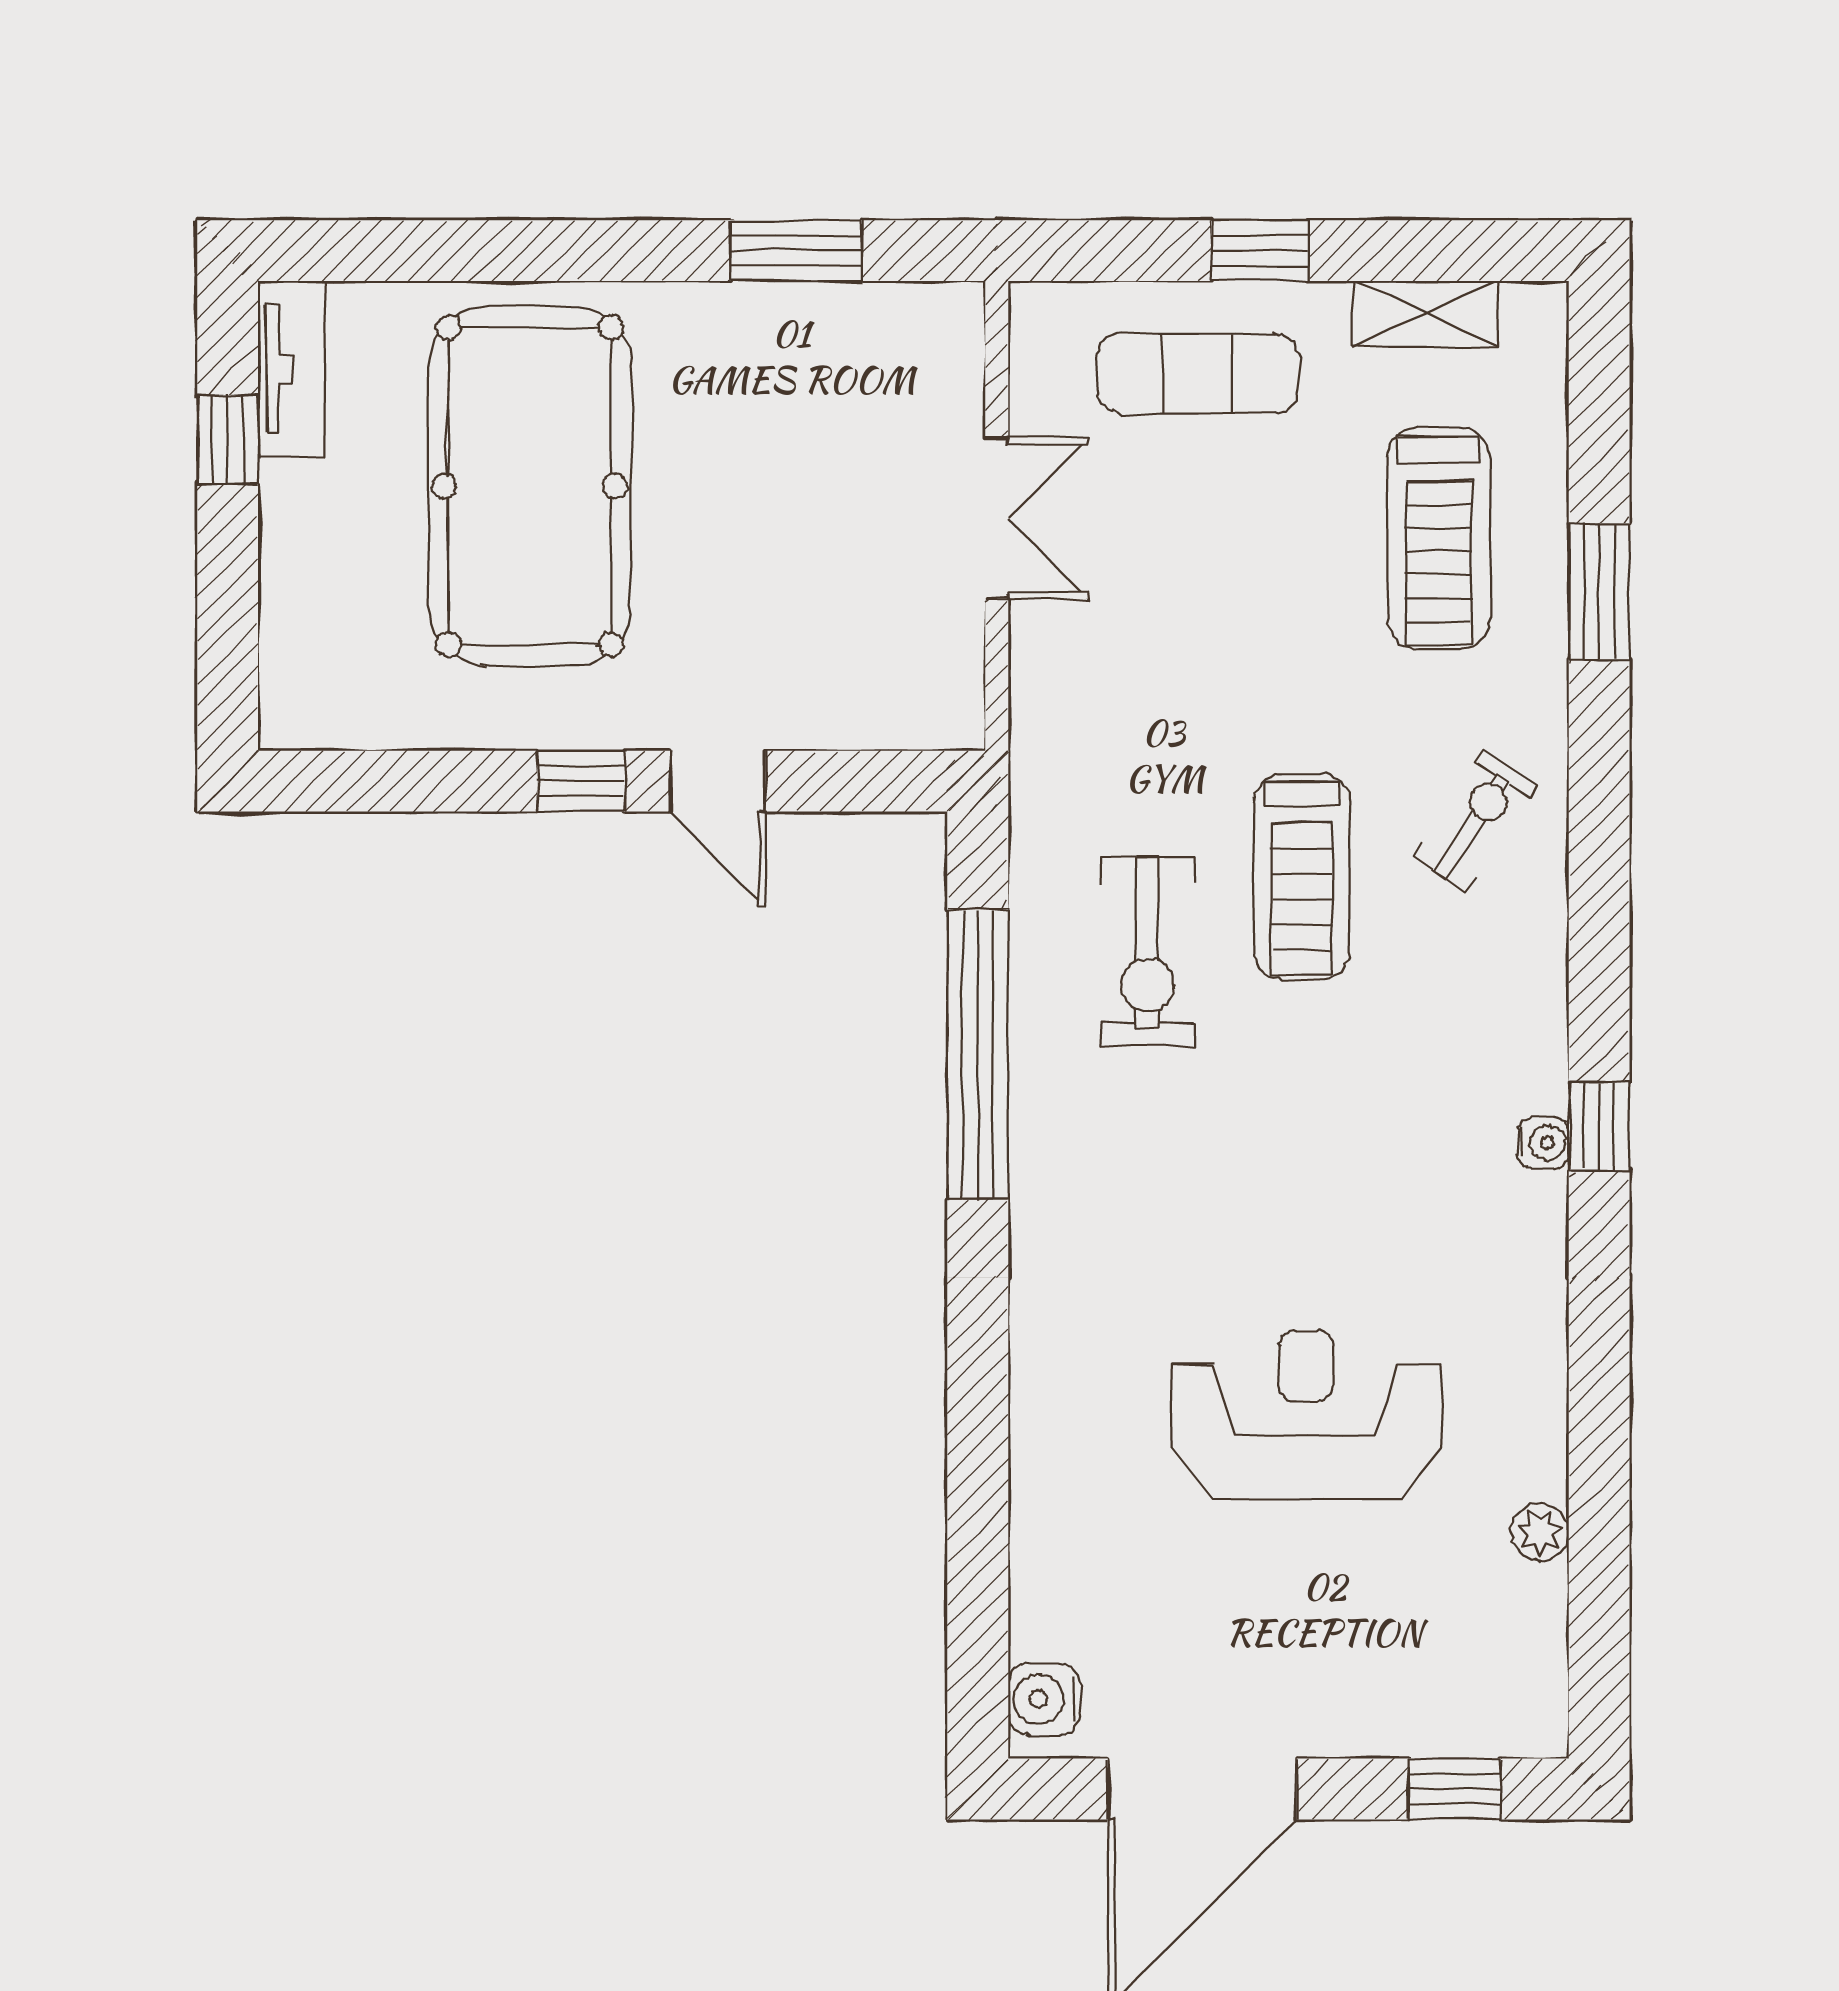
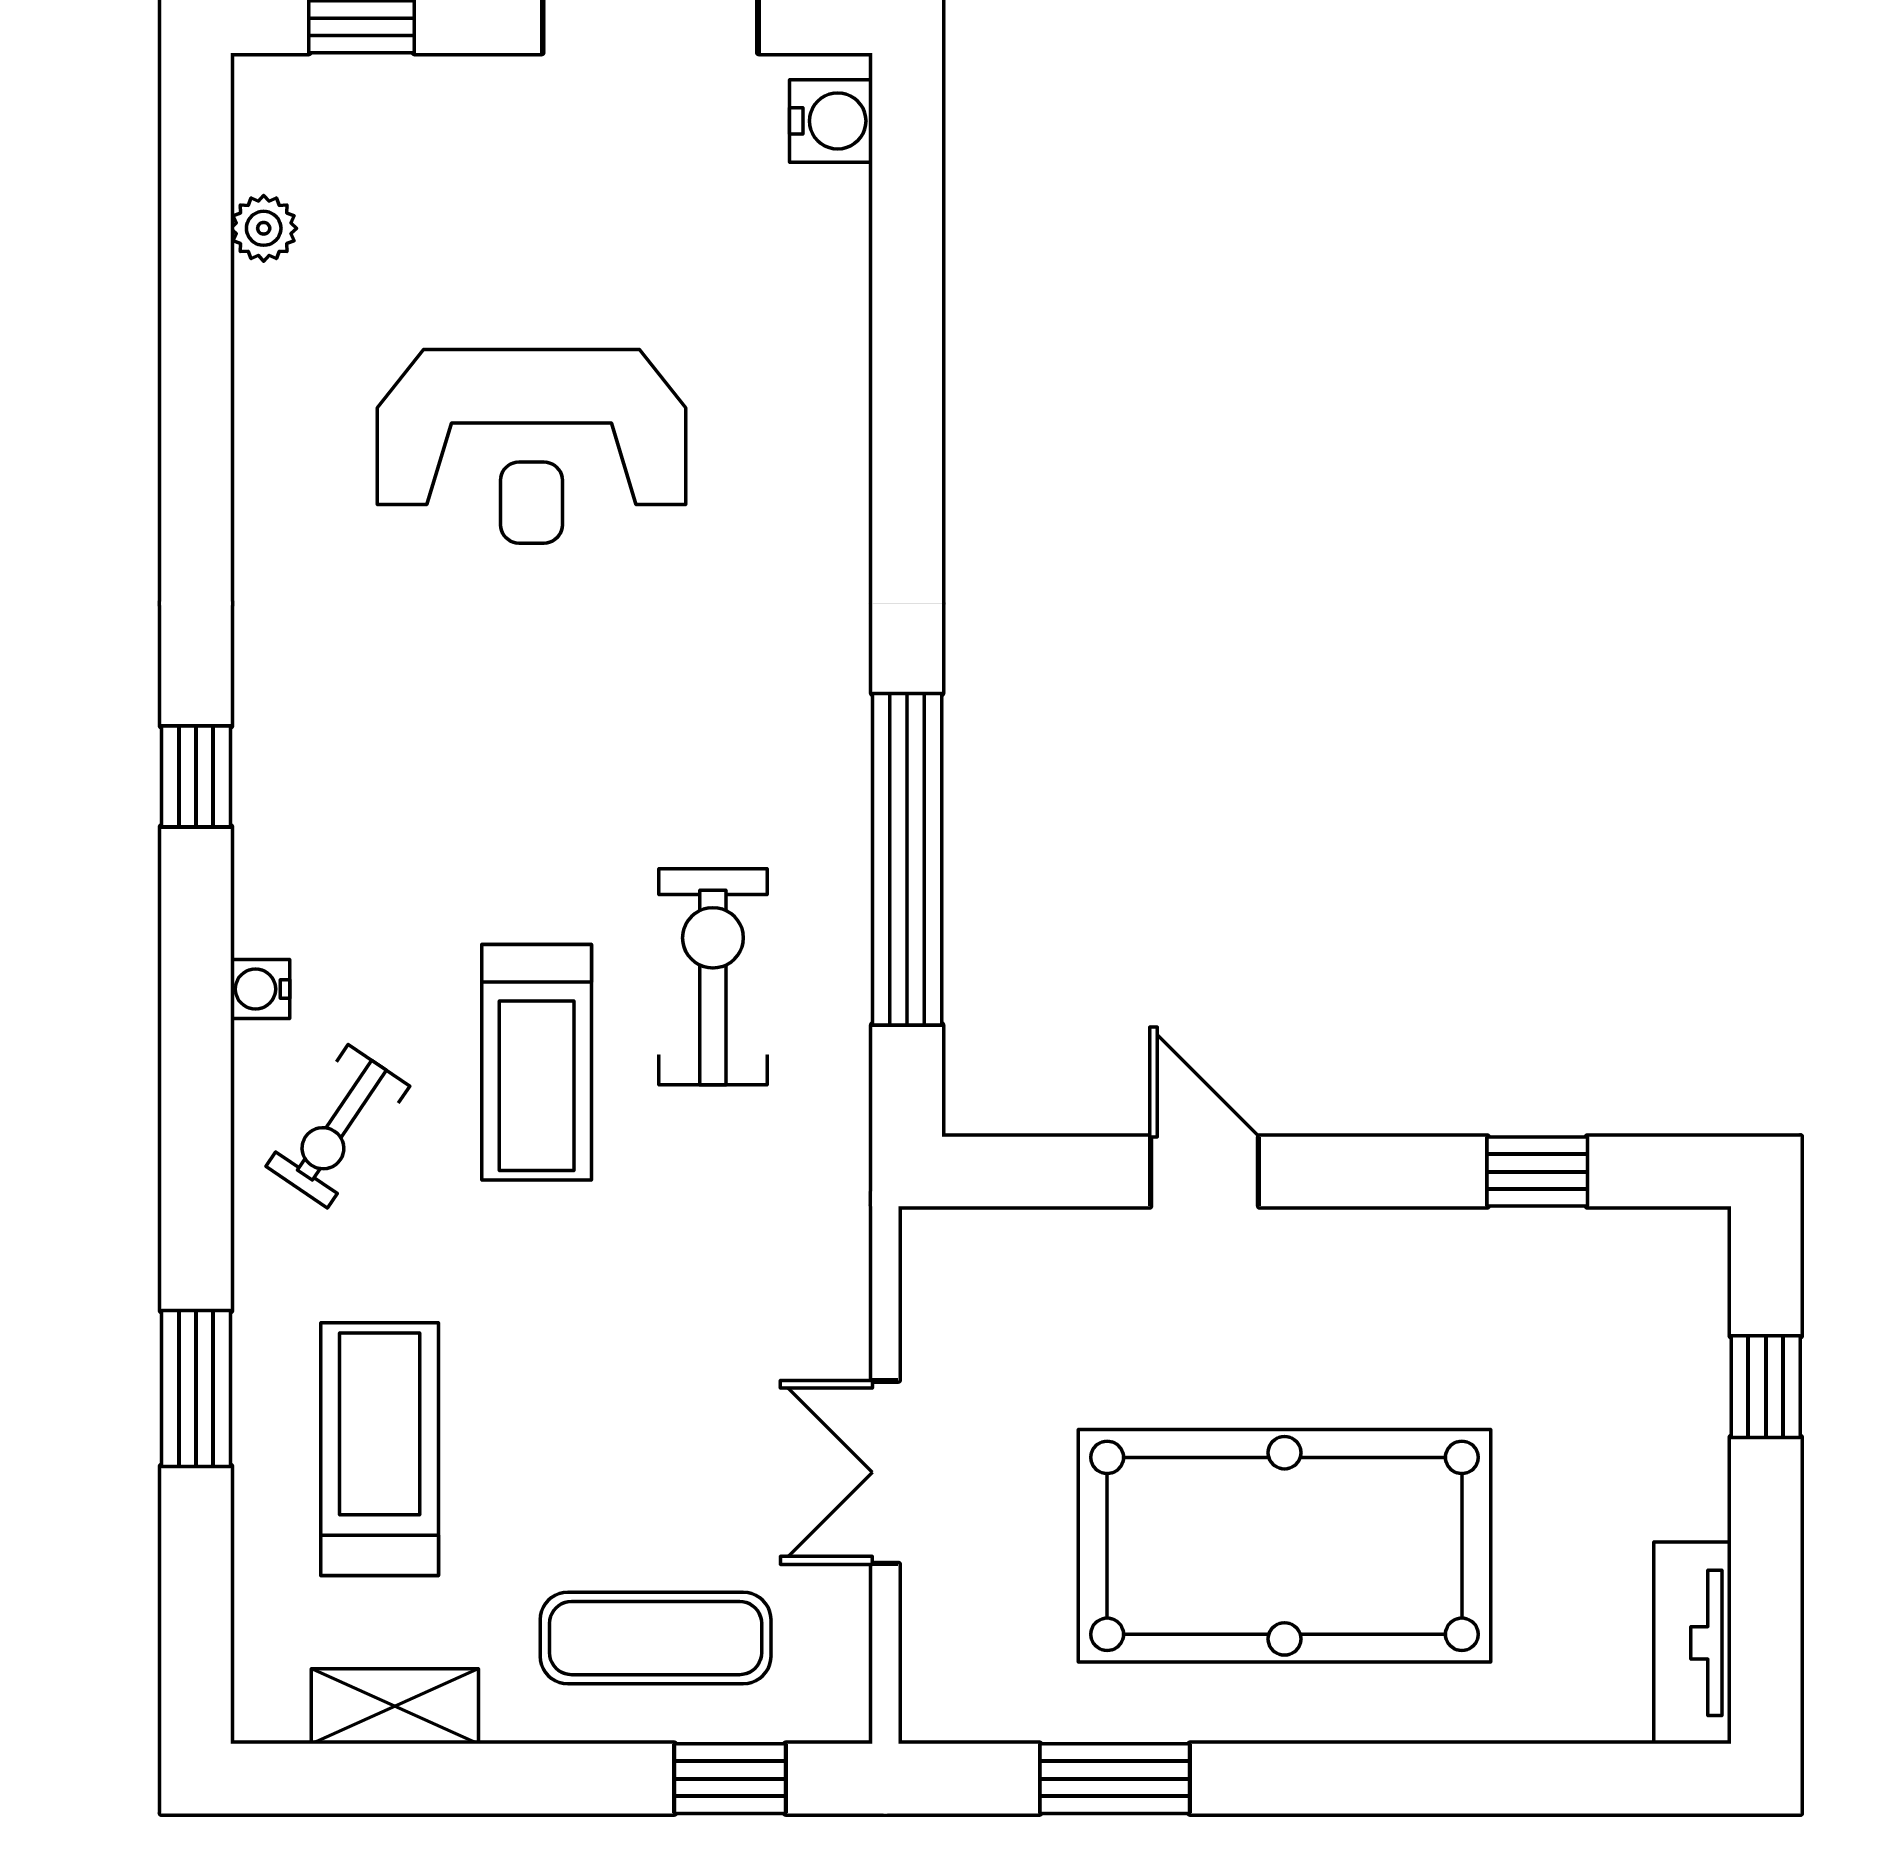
window: (1260, 251) -> (730, 1779), moved
window: (228, 440) -> (1766, 1387), moved
pool table: (530, 486) -> (1285, 1546), moved, turned 90
window: (581, 781) -> (1537, 1172), moved
treadmill: (1302, 877) -> (537, 1062), turned 180
water cooler: (1543, 1143) -> (260, 989), moved
plant: (1540, 1532) -> (264, 228), moved

